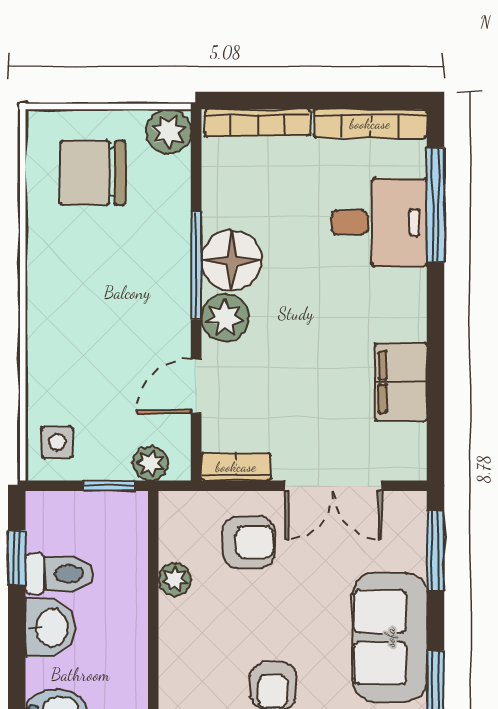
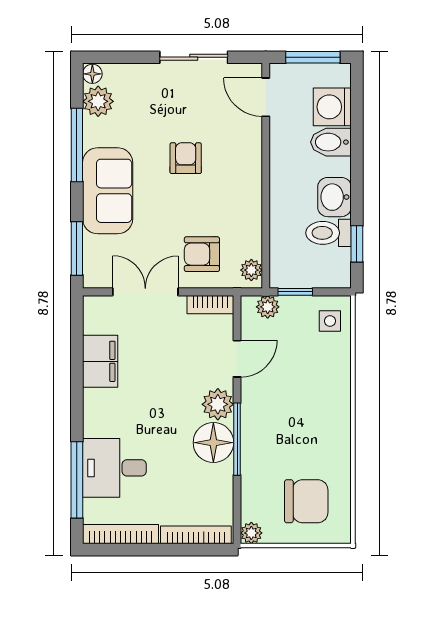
plant: (169, 131) -> (251, 533), width x0.73, depth x0.73
plant: (175, 580) -> (251, 270), moved

